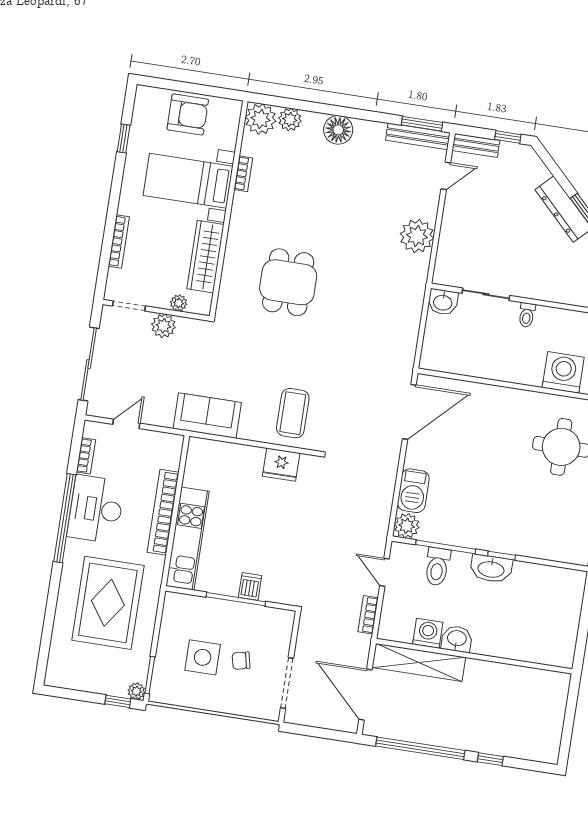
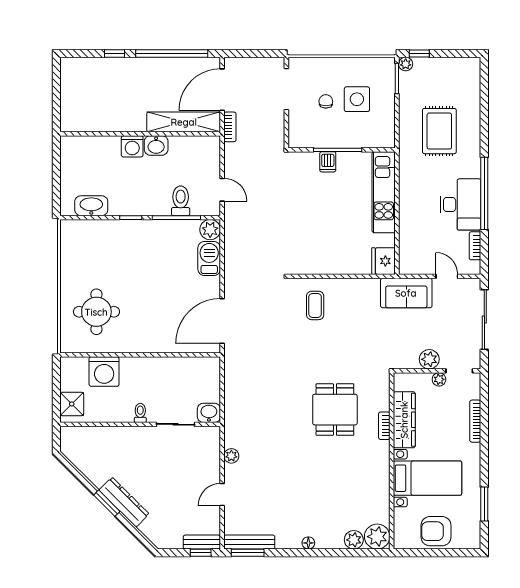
floor lamp: (338, 130) -> (308, 543), width x0.53, depth x0.53
window: (508, 137) -> (201, 553), moved
window: (124, 138) -> (484, 504), width x1.50
bookcase: (243, 174) -> (384, 426), moved
door: (446, 176) -> (222, 495), moved
plant: (417, 236) -> (231, 456), width x0.53, depth x0.53
plant: (179, 303) -> (439, 379), moved
coffee table: (293, 413) -> (315, 305), width x0.73, depth x0.77
sofa: (207, 416) -> (406, 293), moved
door: (126, 424) -> (447, 276), swing flipped
fridge: (281, 465) -> (383, 261), moved, turned -90
bookcase: (163, 512) -> (406, 210), removed
washbasin: (491, 569) -> (91, 206), moved
rug: (108, 603) -> (439, 131), width x0.73, depth x0.69
bookcase: (368, 615) -> (230, 127), moved
washing machine: (428, 633) -> (132, 146), moved
chair: (241, 661) -> (326, 101), turned -77
door: (365, 695) -> (222, 90), swing flipped

